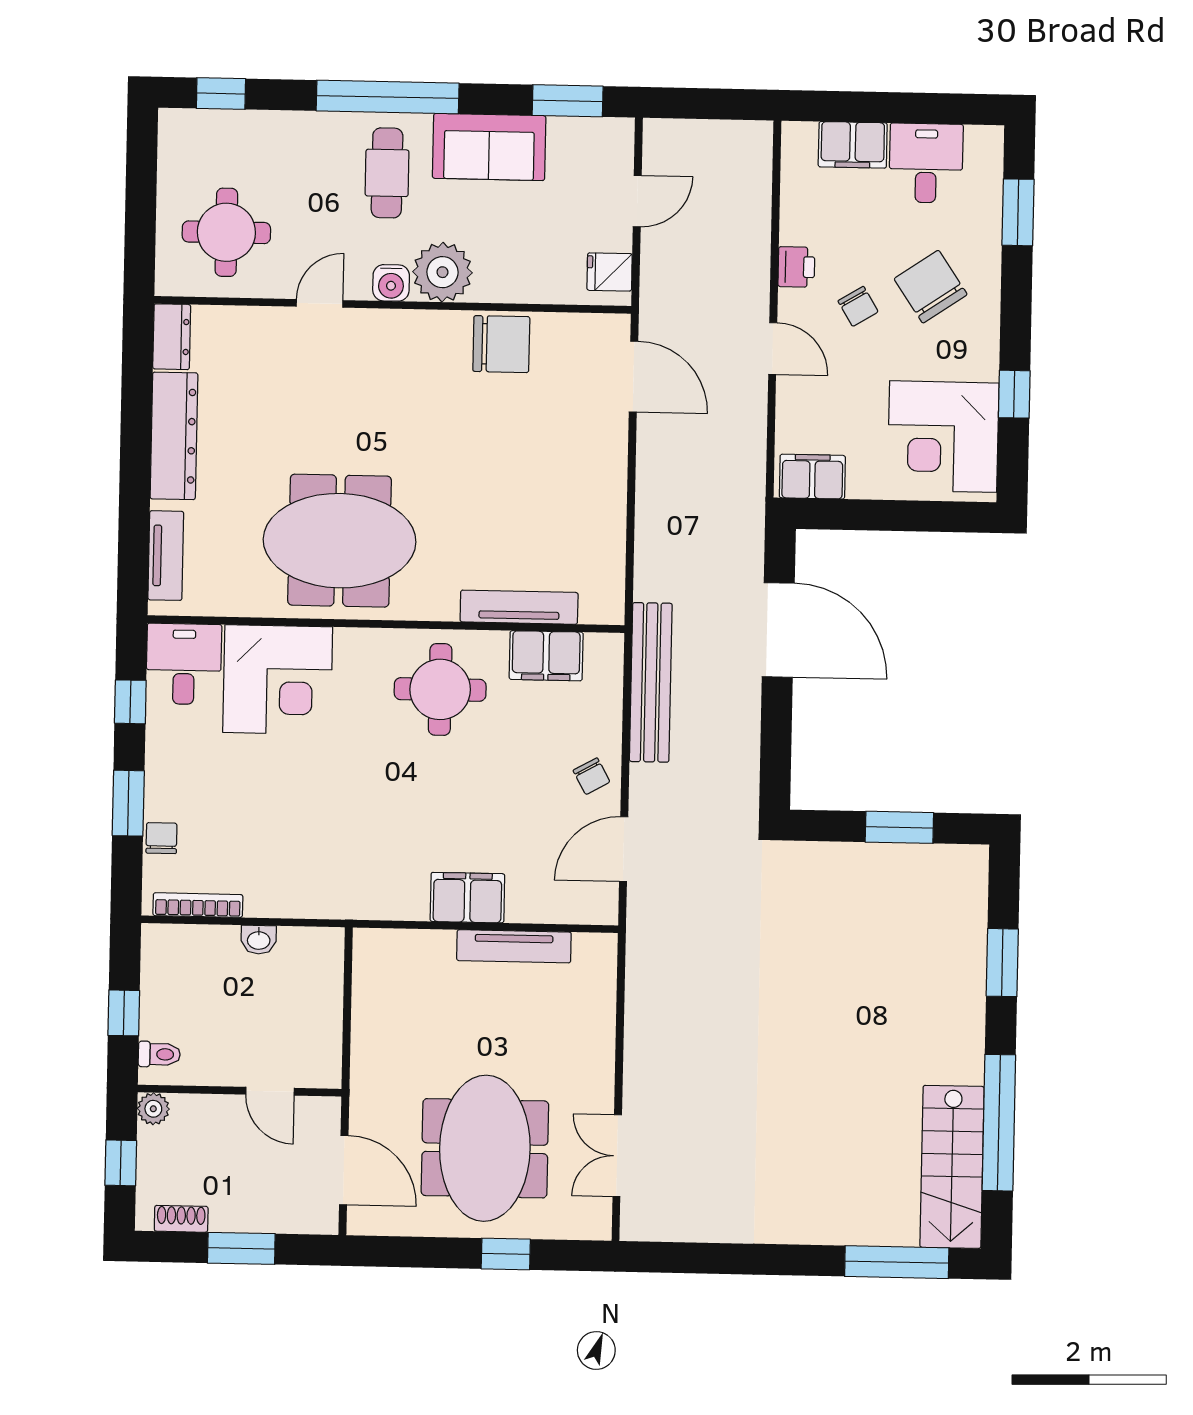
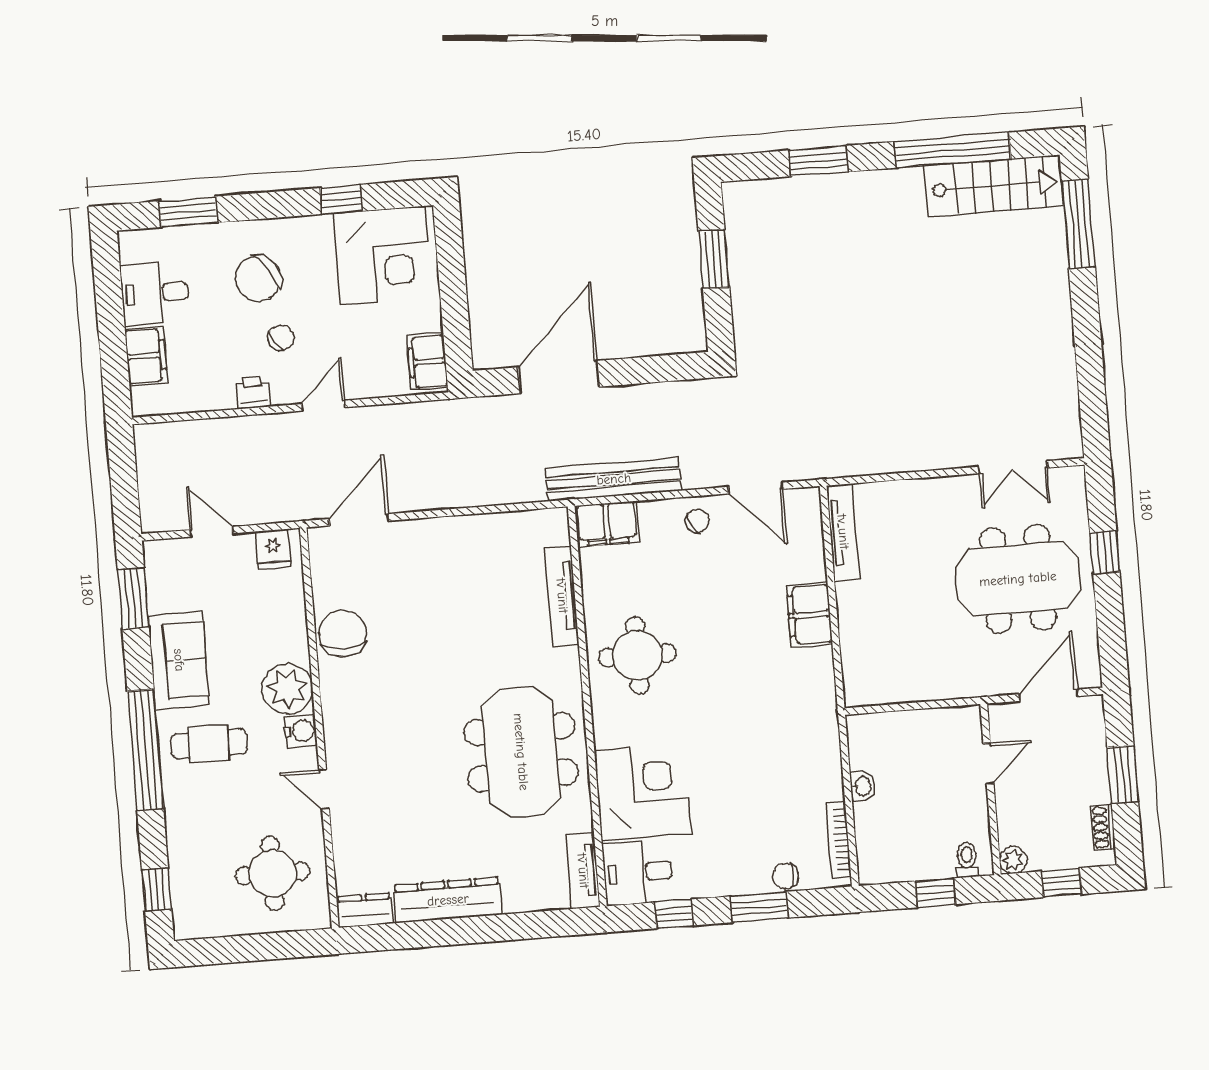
tv unit: (166, 556) -> (583, 871), moved, turned -90
filing cabinet: (546, 656) -> (607, 524), moved, turned 90
tv unit: (514, 946) -> (843, 532), moved

